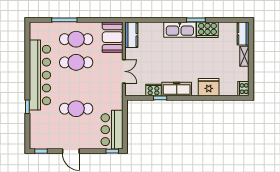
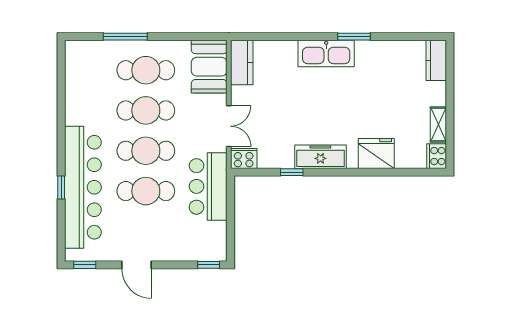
cooker: (207, 30) -> (374, 54), removed
shelving: (244, 56) -> (438, 124), moved
bar counter: (40, 75) -> (83, 187), moved
cafe table: (76, 86) -> (146, 151), added
cooker: (153, 90) -> (244, 158), moved
bar counter: (112, 130) -> (208, 186), moved

